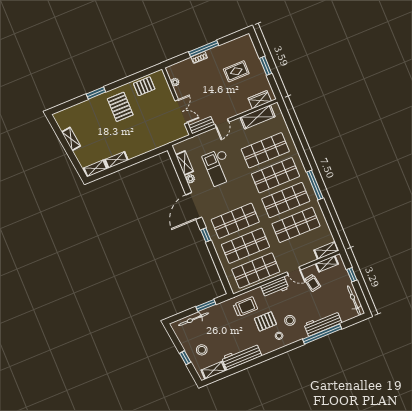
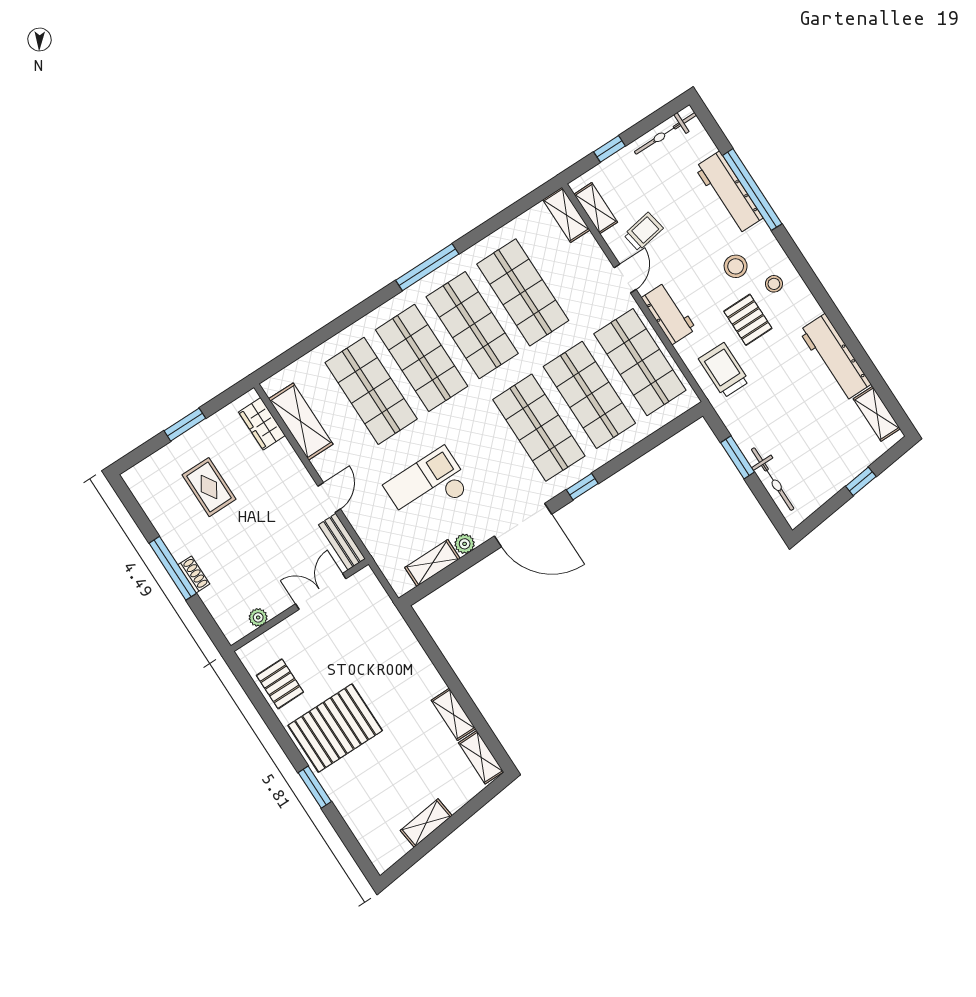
pallet: (120, 107) -> (335, 728), width x1.37, depth x1.41
door: (222, 123) -> (329, 498), hinge flipped
checkout: (219, 167) -> (428, 486), turned 180
stool: (202, 350) -> (837, 448), removed

